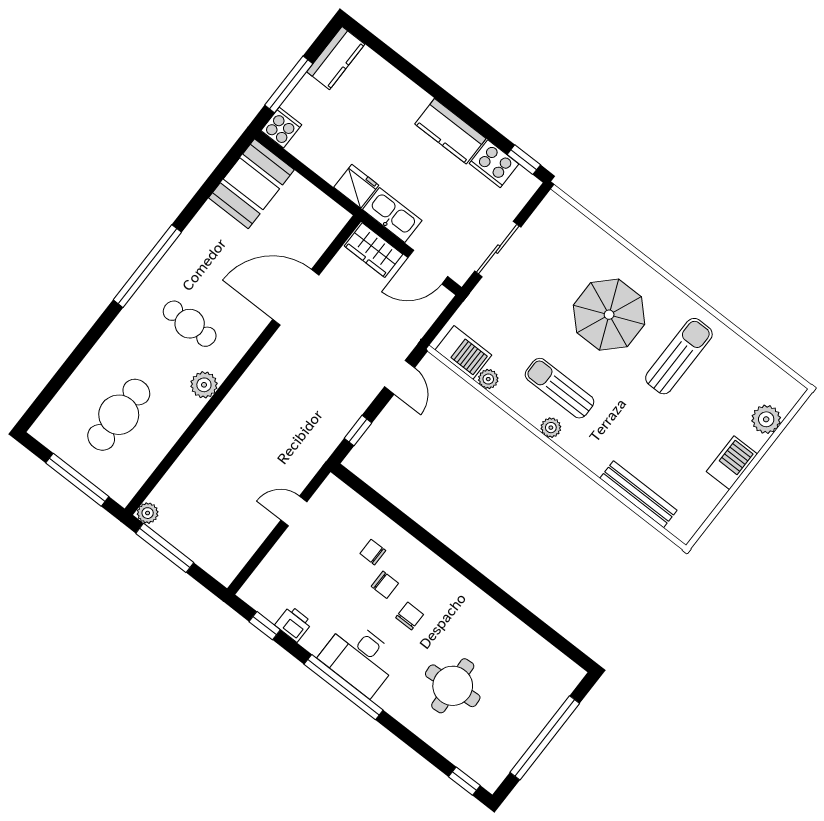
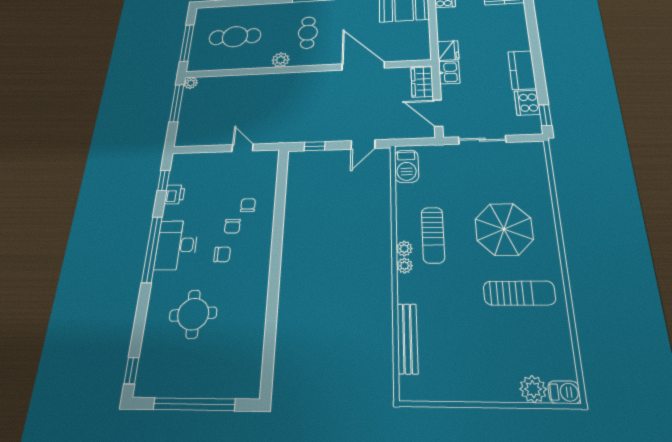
kitchen sink: (392, 215) -> (449, 72), width x0.73
plant: (488, 379) -> (404, 266), moved
sun lounger: (560, 388) -> (433, 235), turned 180
barbecue: (732, 463) -> (564, 392), moved, width x0.73, depth x0.79

